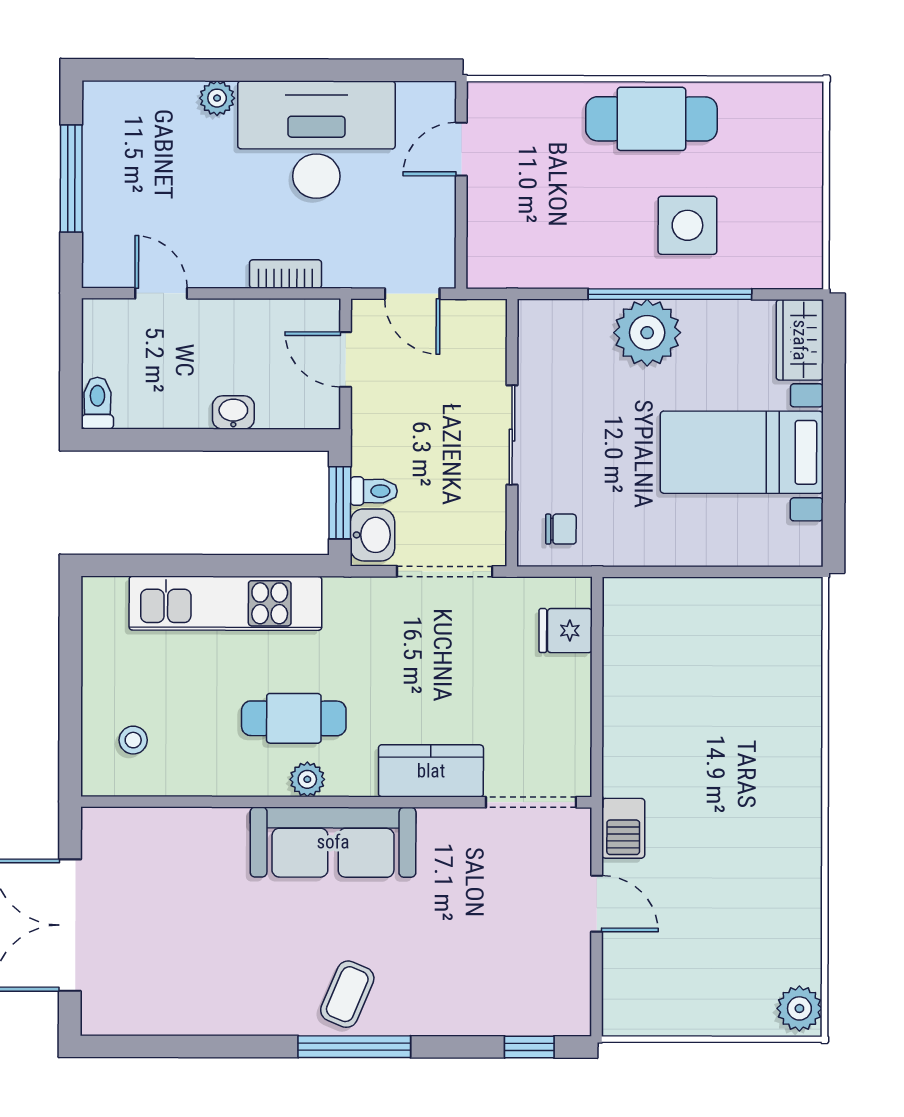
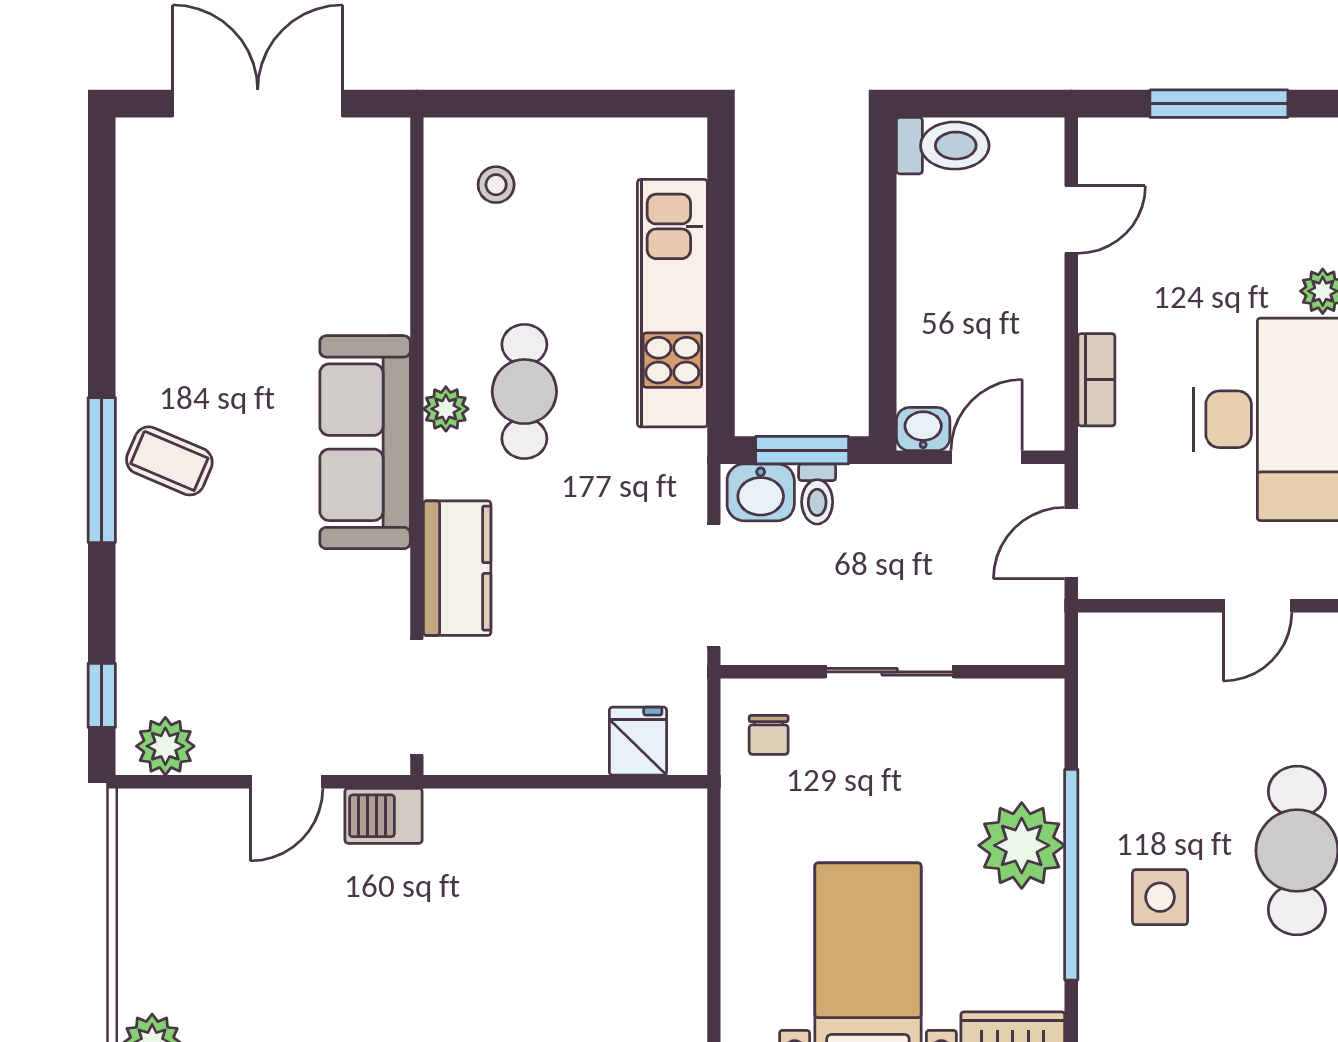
door: (461, 149) -> (1258, 606), swing flipped
side table: (687, 225) -> (1160, 897), width x0.73, depth x0.73
toilet: (97, 403) -> (943, 146), width x1.37, depth x1.39
washbasin: (233, 412) -> (923, 429), moved, turned -90
plant: (569, 998) -> (165, 746), added

